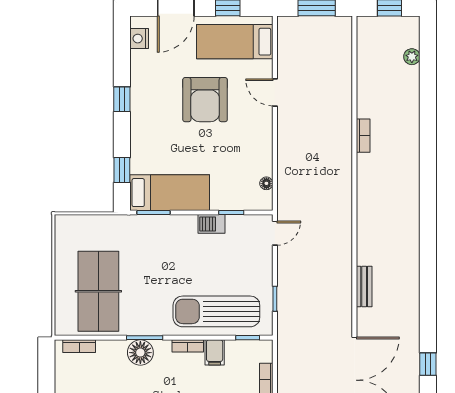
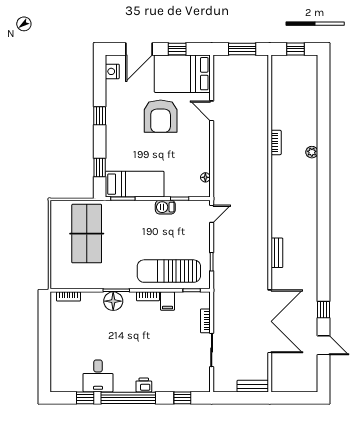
bed: (235, 42) -> (182, 74), width x1.50
plant: (412, 57) -> (312, 152), moved
table tennis table: (98, 291) -> (87, 234), moved

